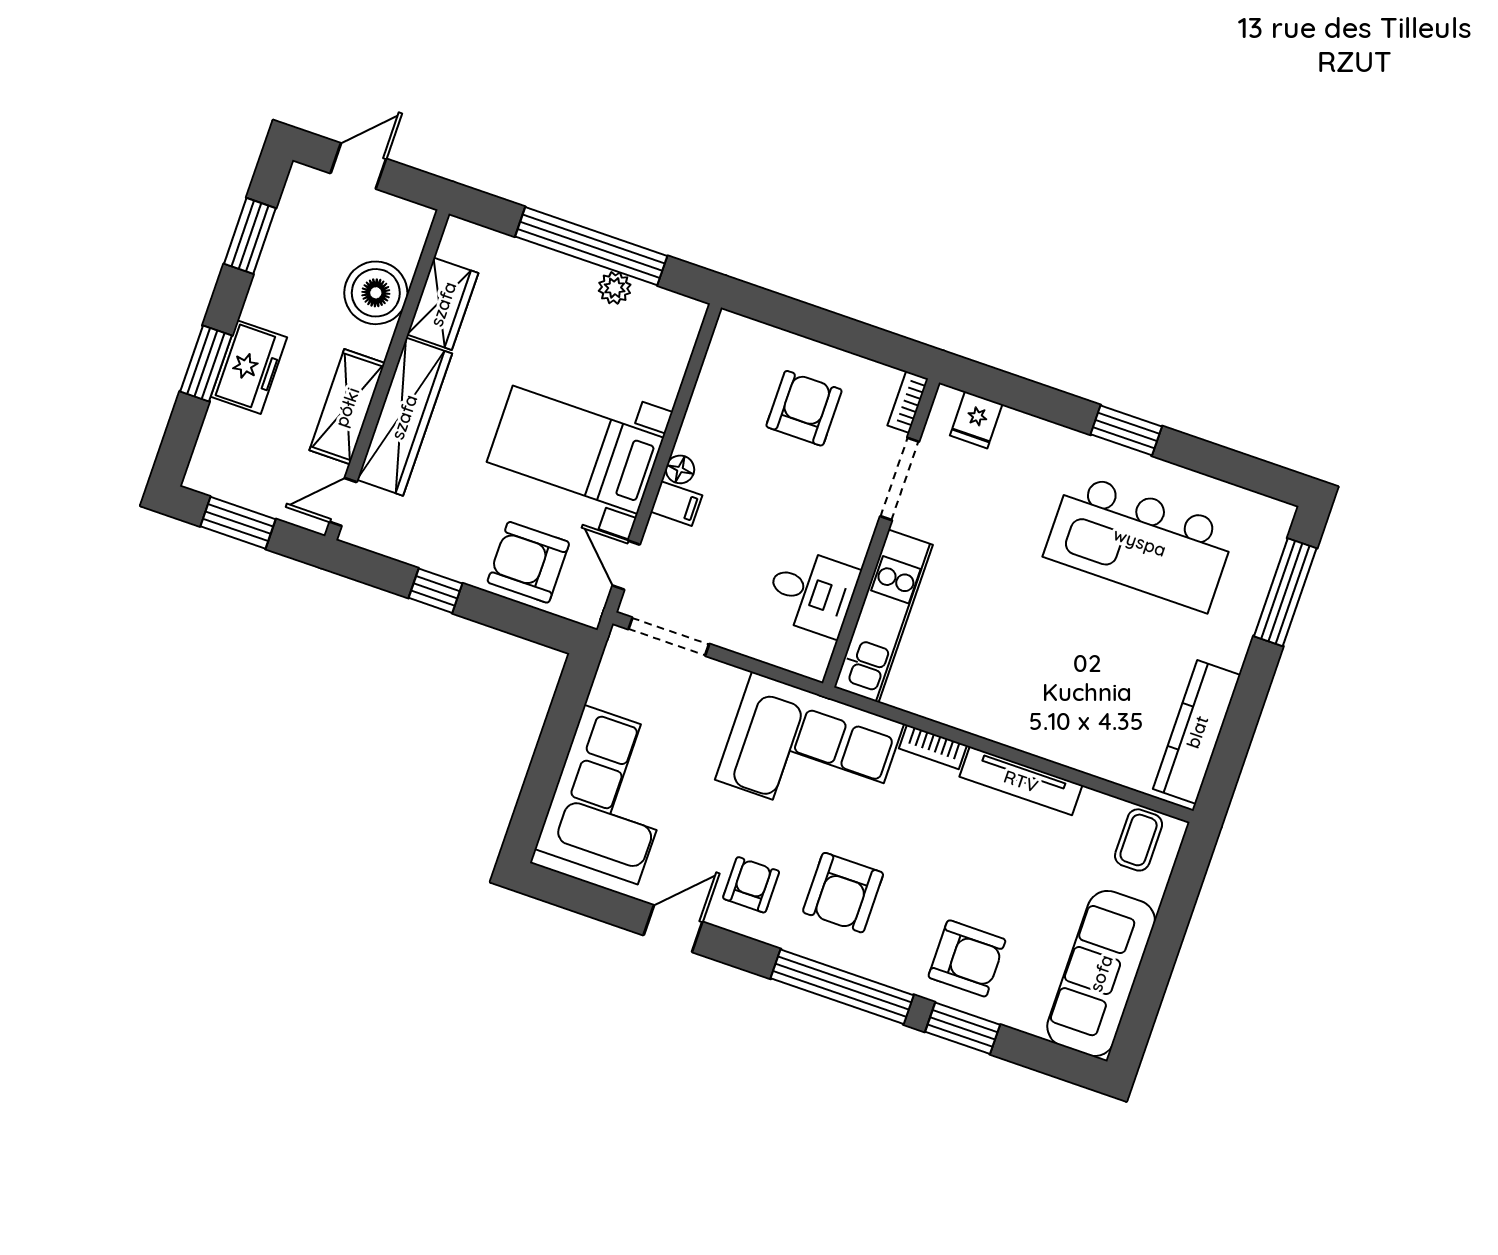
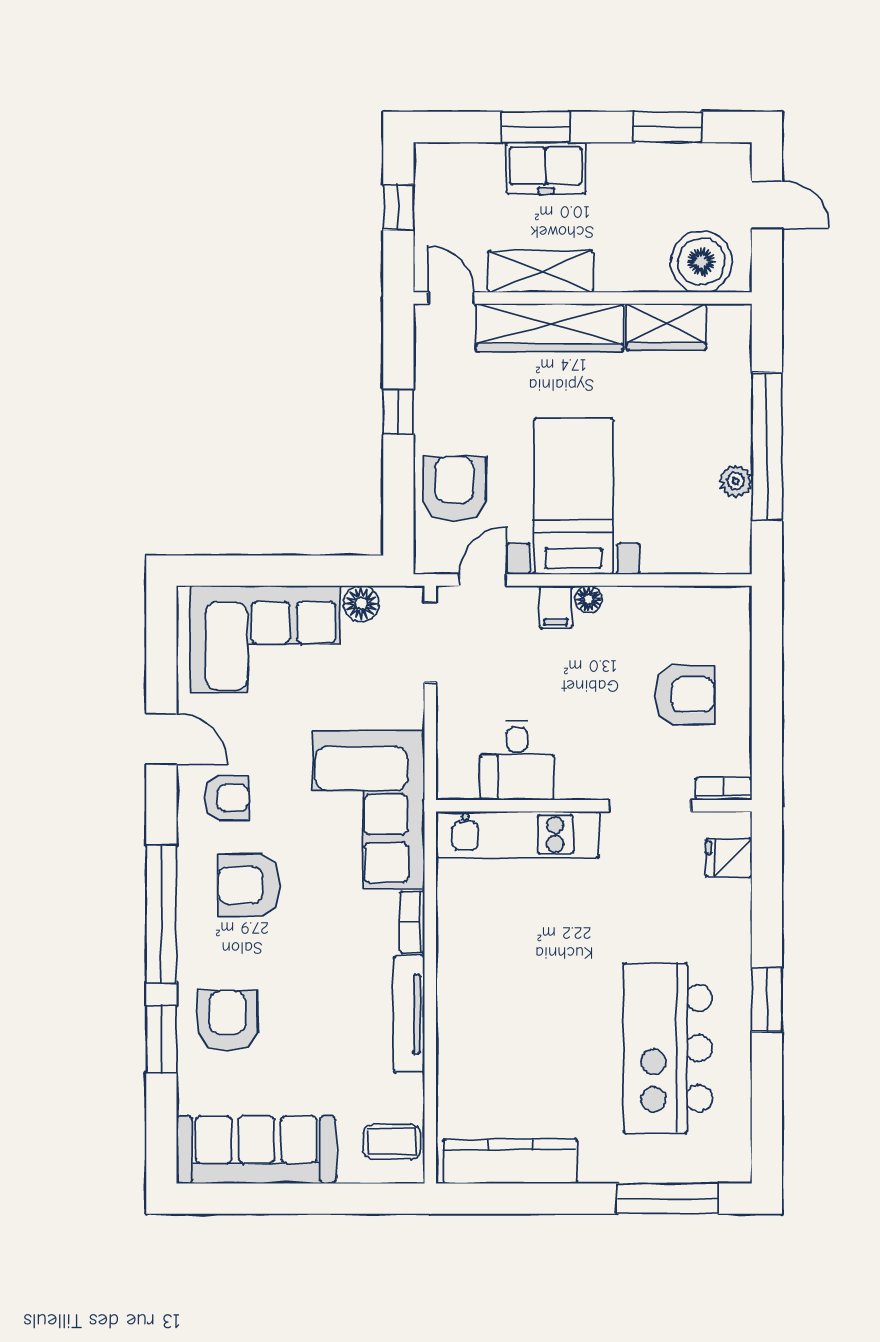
boiler: (376, 293) -> (701, 262), moved
window: (238, 523) -> (398, 207), width x0.67
floor lamp: (608, 690) -> (361, 604), added
armchair: (967, 958) -> (227, 1021), turned 180

